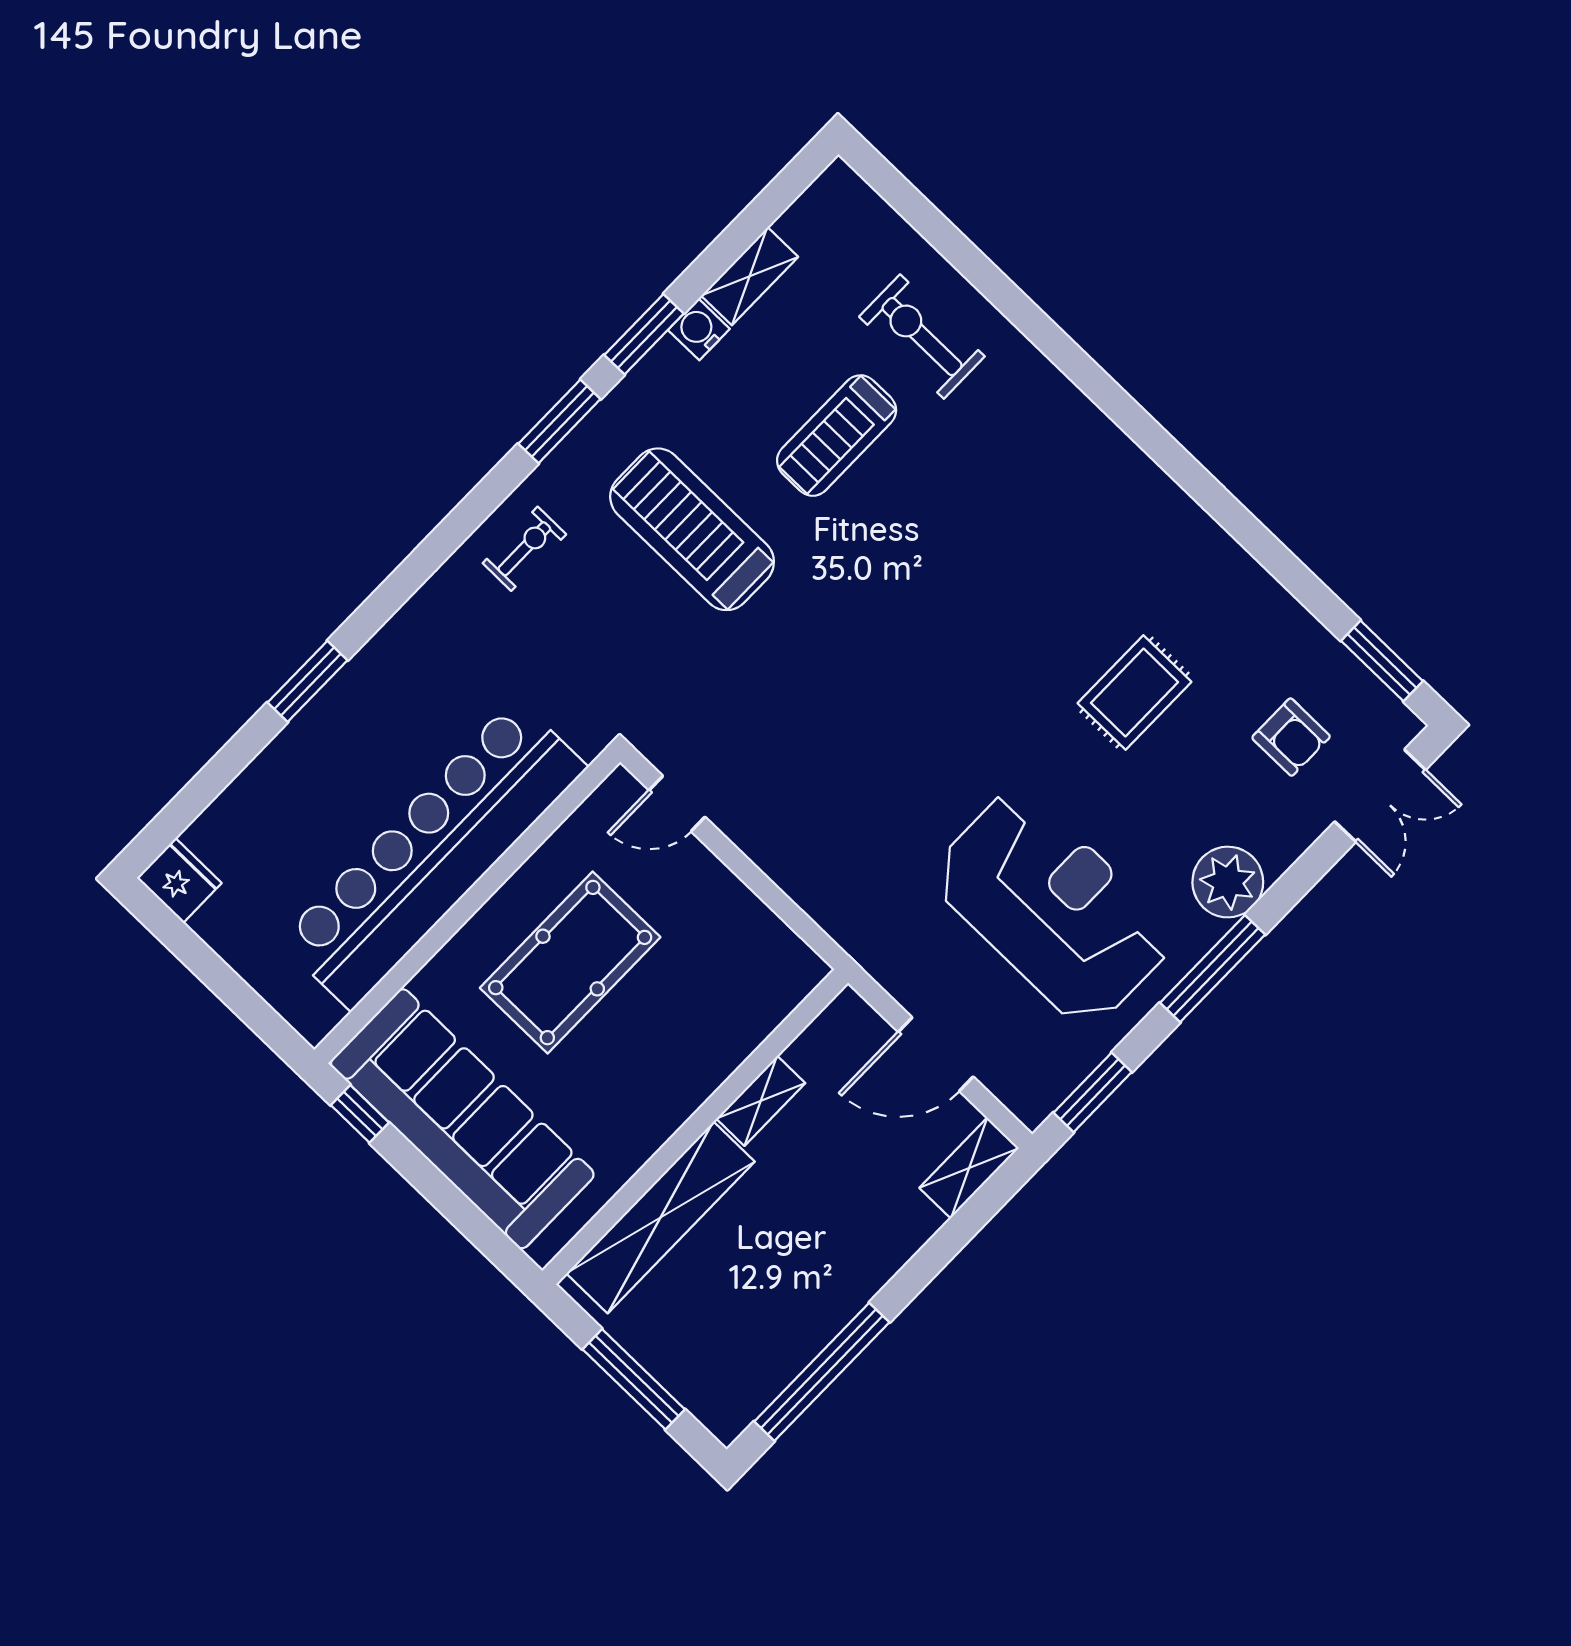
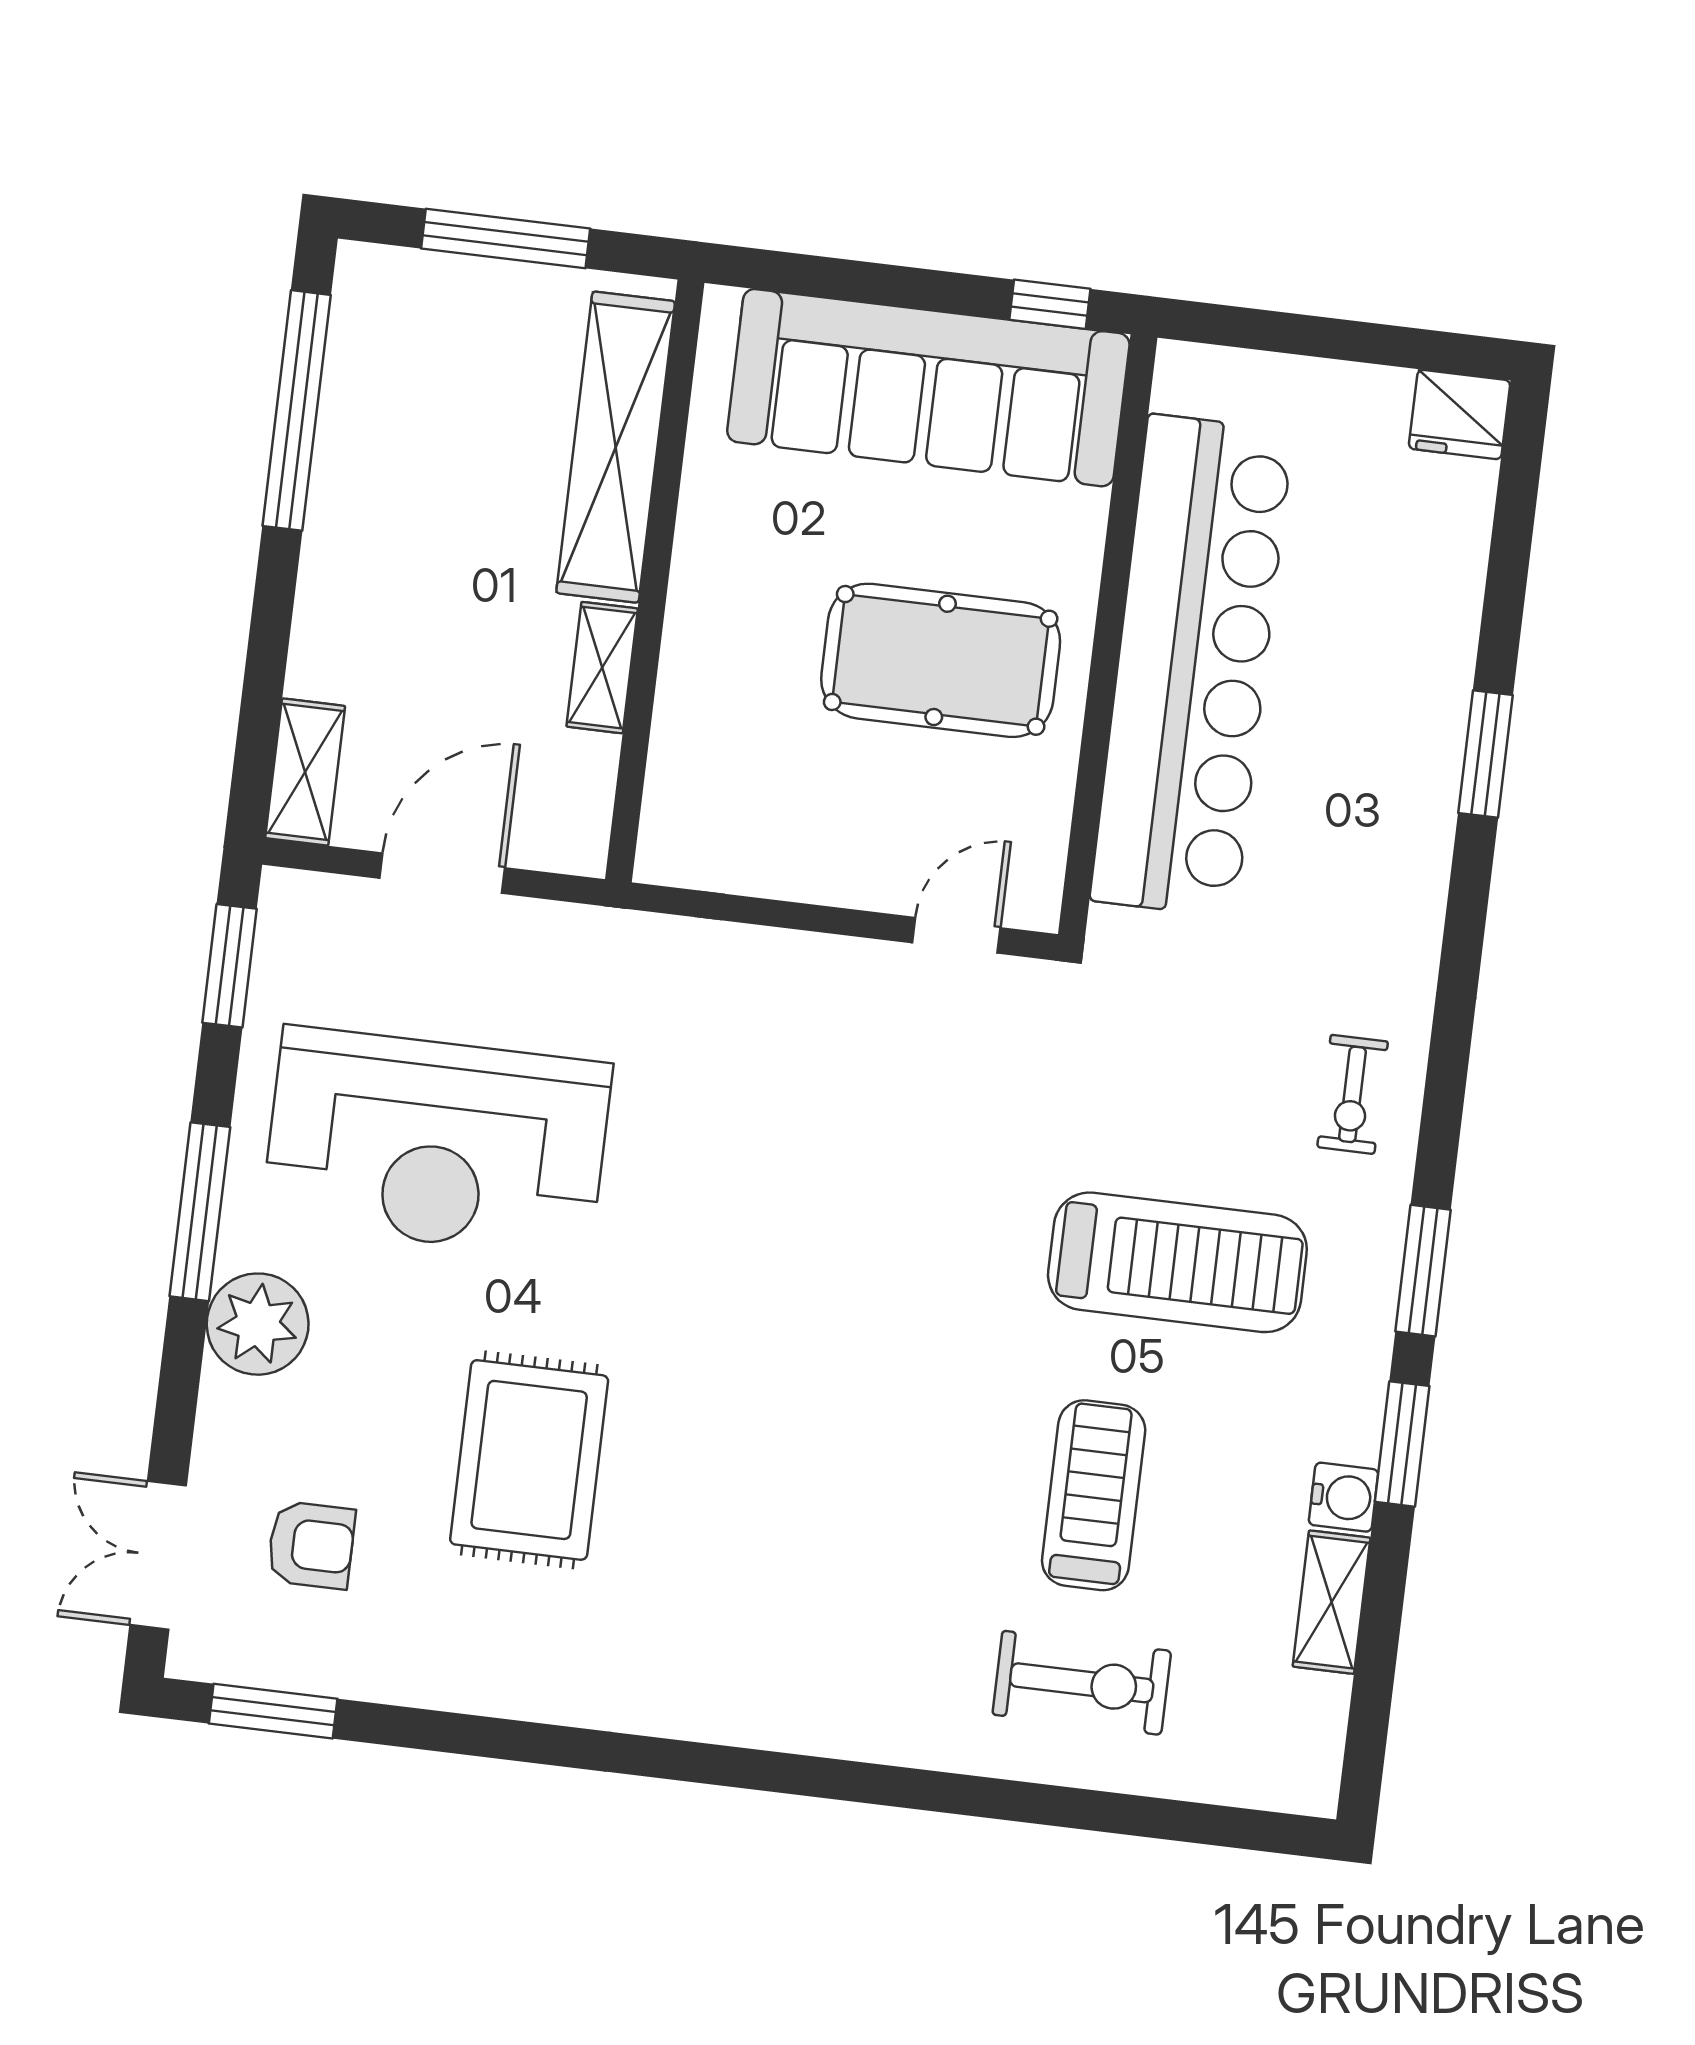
rug: (1135, 693) -> (529, 1460), width x1.36, depth x1.43
armchair: (1291, 737) -> (311, 1545), turned 180
pool table: (570, 963) -> (941, 660), turned 90

